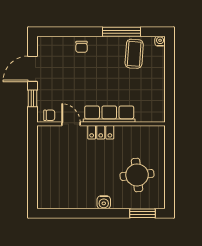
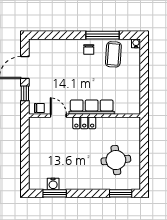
chair: (82, 47) -> (89, 49), moved
water cooler: (104, 202) -> (53, 184), moved
window: (67, 213) -> (55, 193), added

